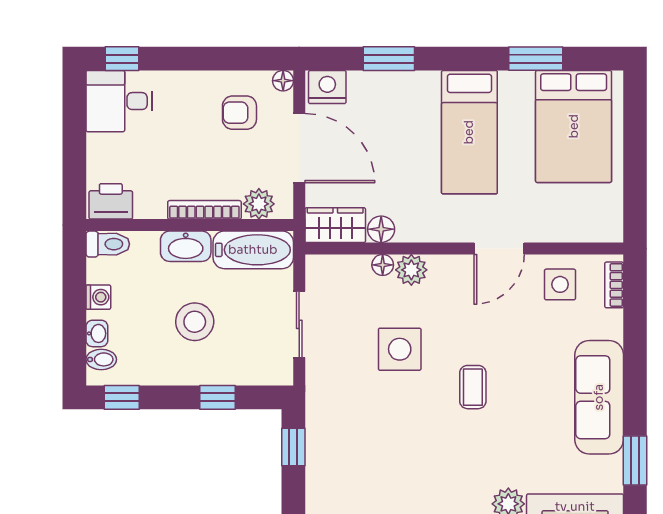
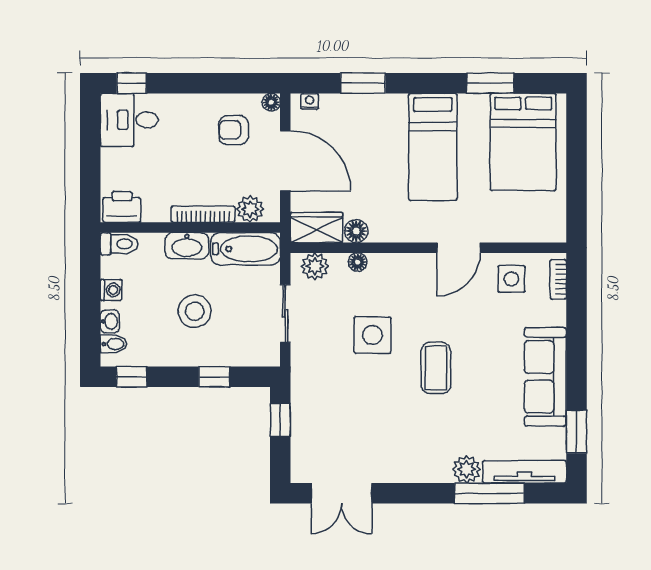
nightstand: (327, 87) -> (310, 101), width x0.53, depth x0.56
plant: (411, 270) -> (315, 266), moved
coffee table: (473, 387) -> (436, 368), width x1.36, depth x1.30

